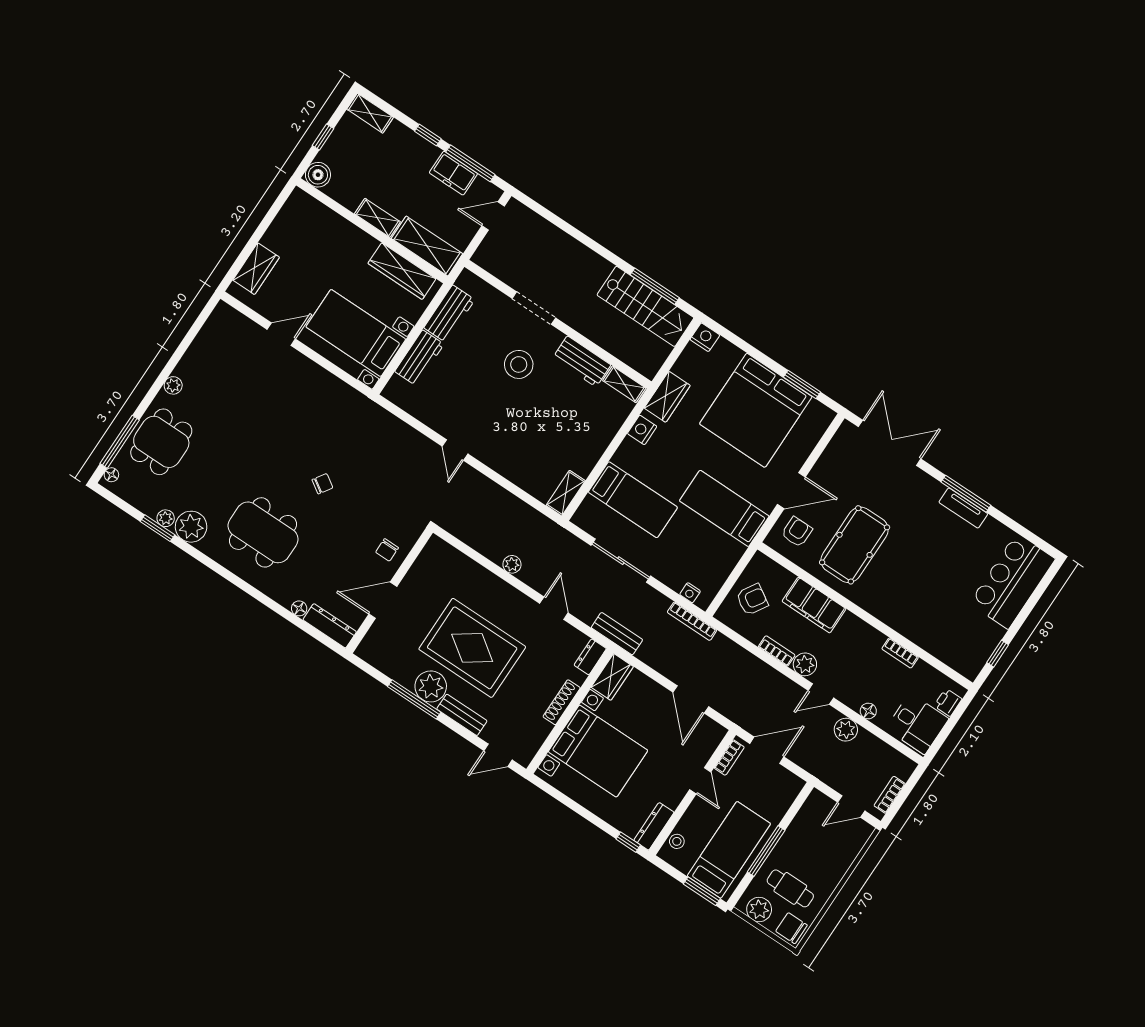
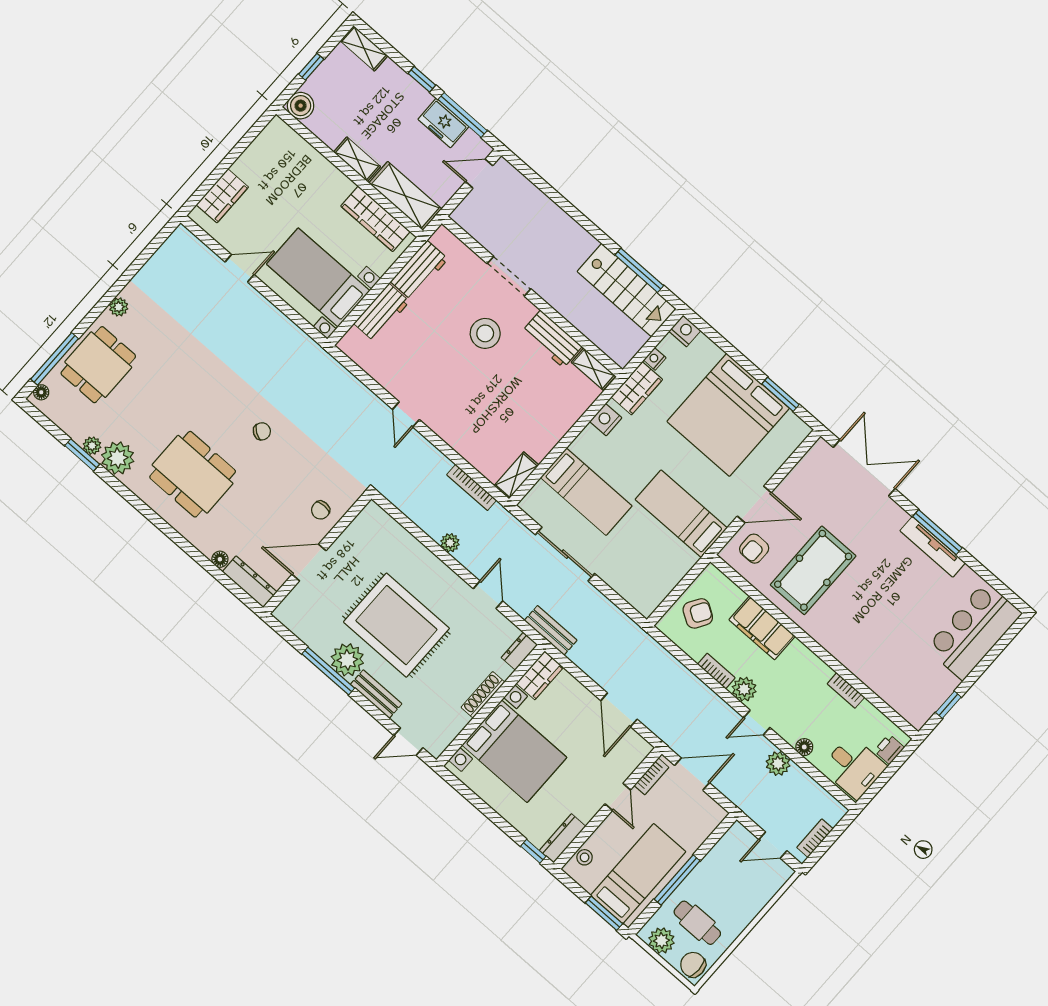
tv unit: (963, 508) -> (933, 547), width x1.41
armchair: (797, 532) -> (754, 549), turned 180
nightstand: (690, 593) -> (655, 359), moved, turned 90
bookcase: (692, 621) -> (472, 487), moved

